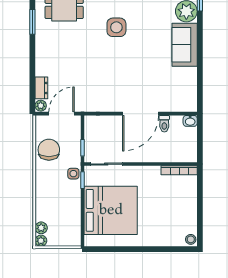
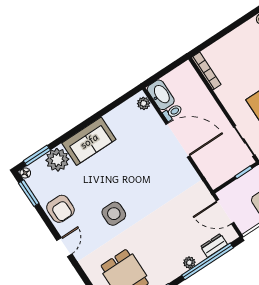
window: (32, 75) -> (208, 261), added
plant: (41, 106) -> (189, 263), moved
plant: (186, 106) -> (144, 103), added
washbasin: (190, 121) -> (161, 95), width x1.91, depth x1.45

